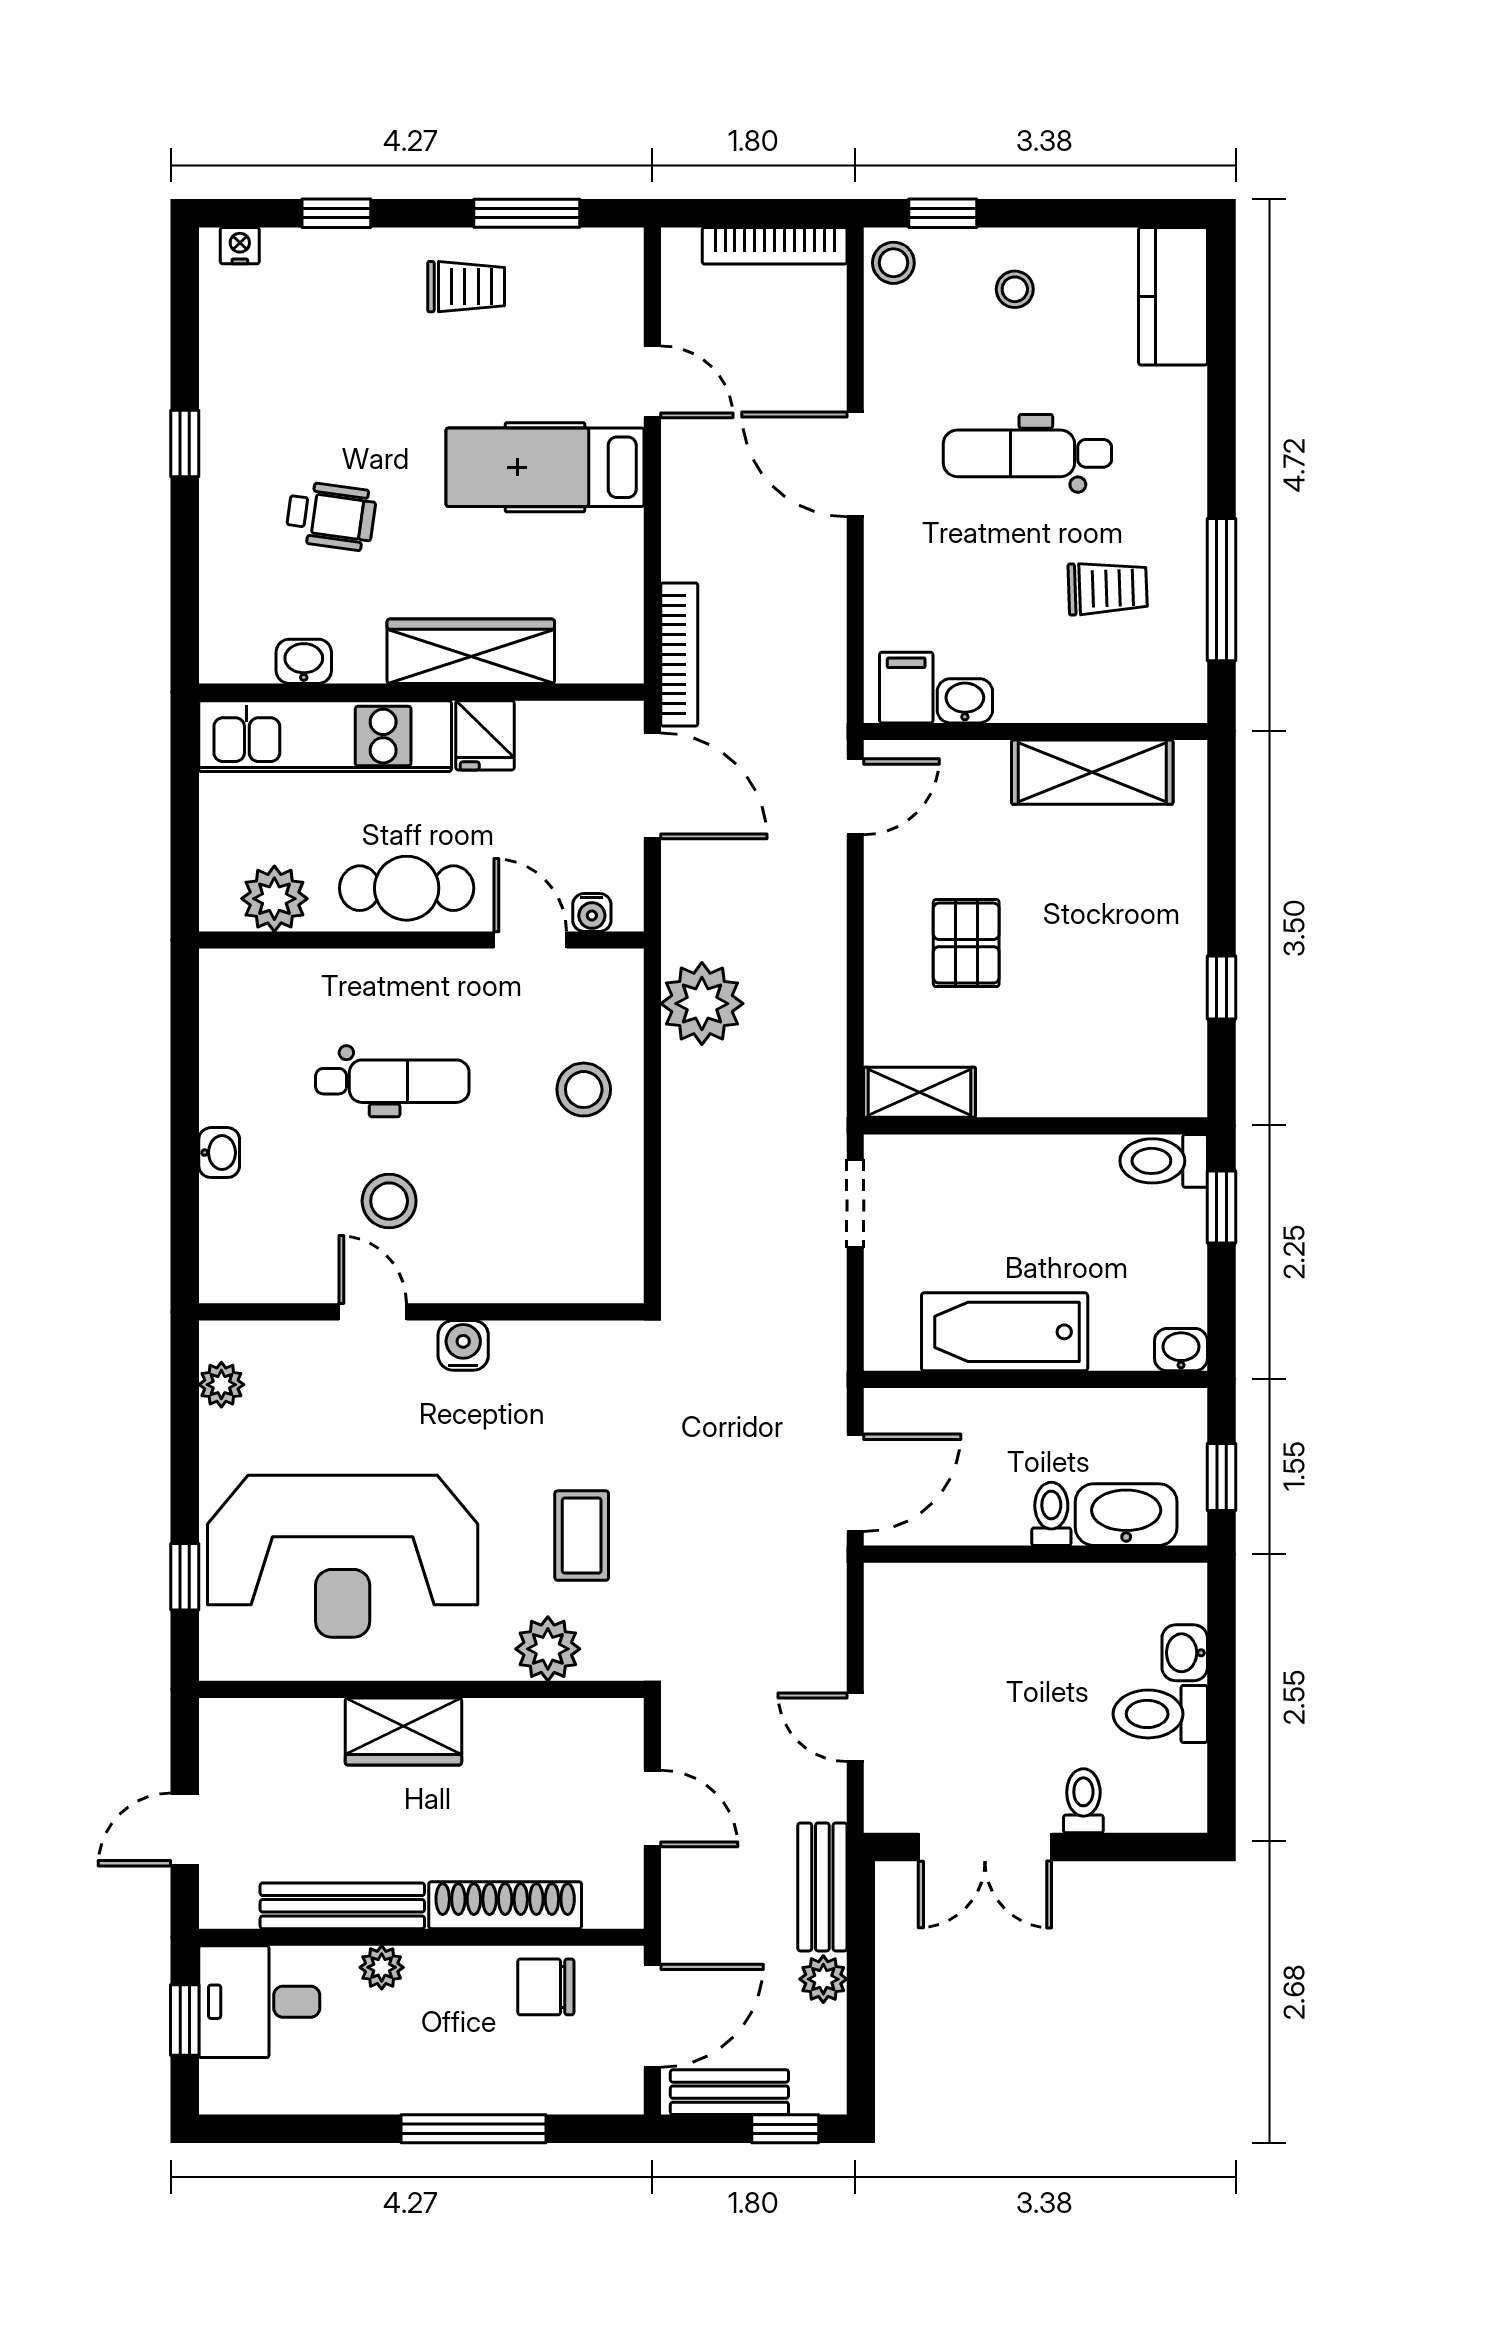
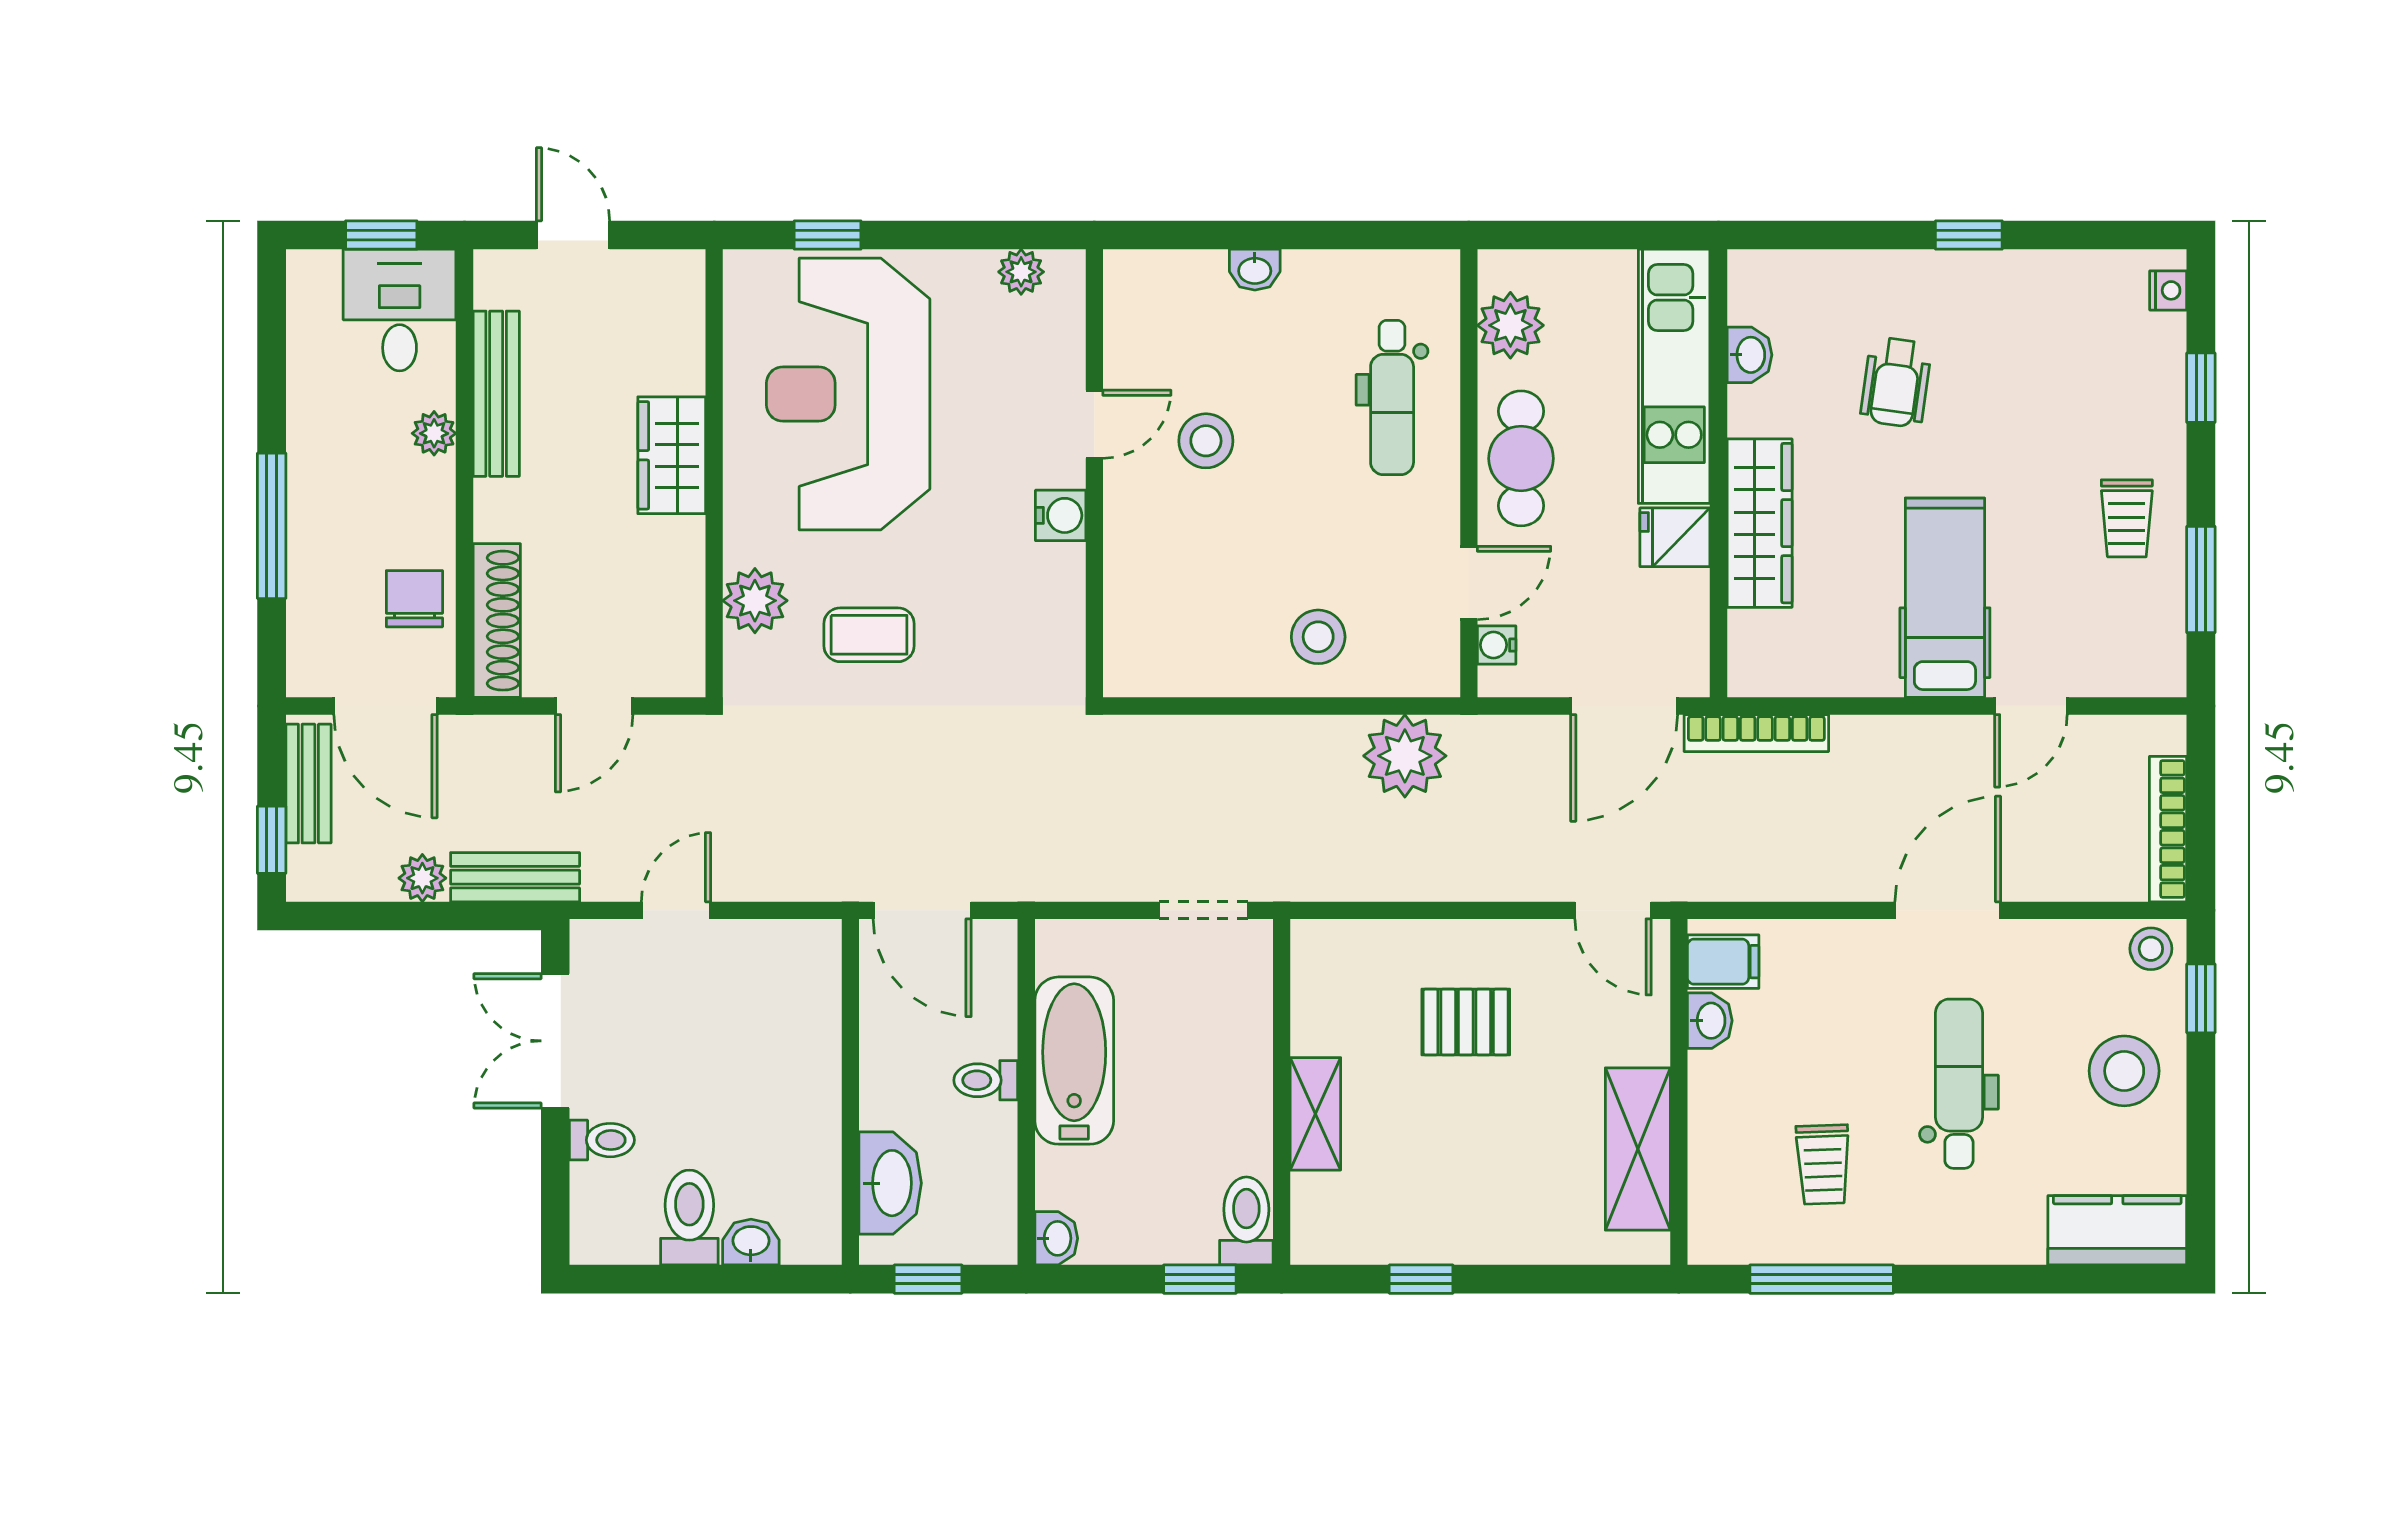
stool: (1015, 289) -> (2124, 1071), width x1.89, depth x1.89
dental chair: (392, 1081) -> (1392, 398), moved
shelving: (920, 1092) -> (1315, 1114), moved
toilet: (1051, 1514) -> (986, 1080), moved, turned 180
shoe rack: (505, 1905) -> (497, 621), moved

